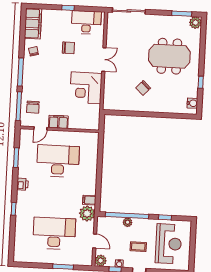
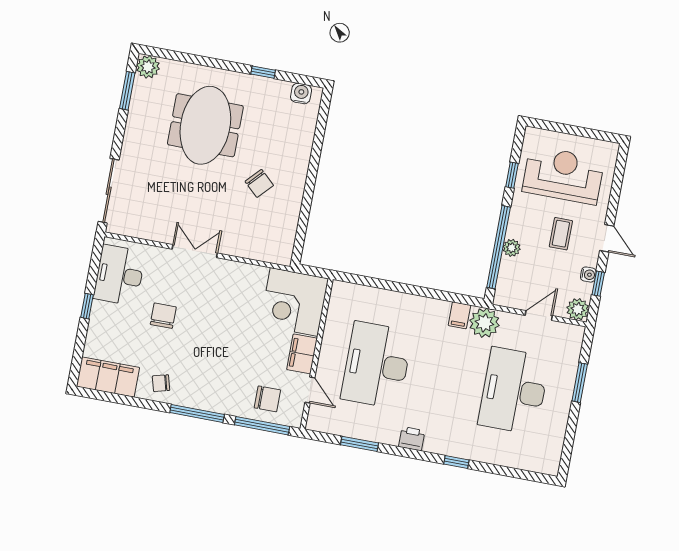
corner desk: (86, 88) -> (294, 302), moved, turned 90

